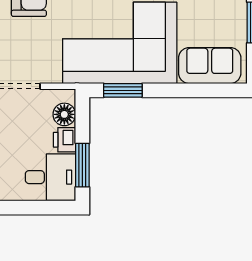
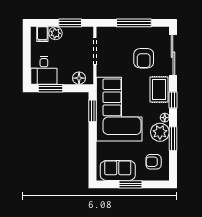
sofa: (210, 66) -> (118, 170), moved, turned -90
printer: (64, 140) -> (65, 78), removed

